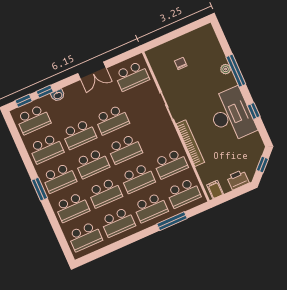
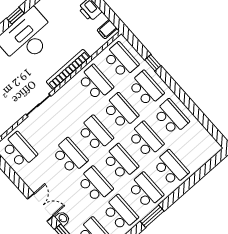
double door: (92, 71) -> (40, 207), moved
window: (40, 189) -> (152, 216), moved
window: (172, 221) -> (153, 63), width x0.46
school desk: (85, 237) -> (196, 145), removed

